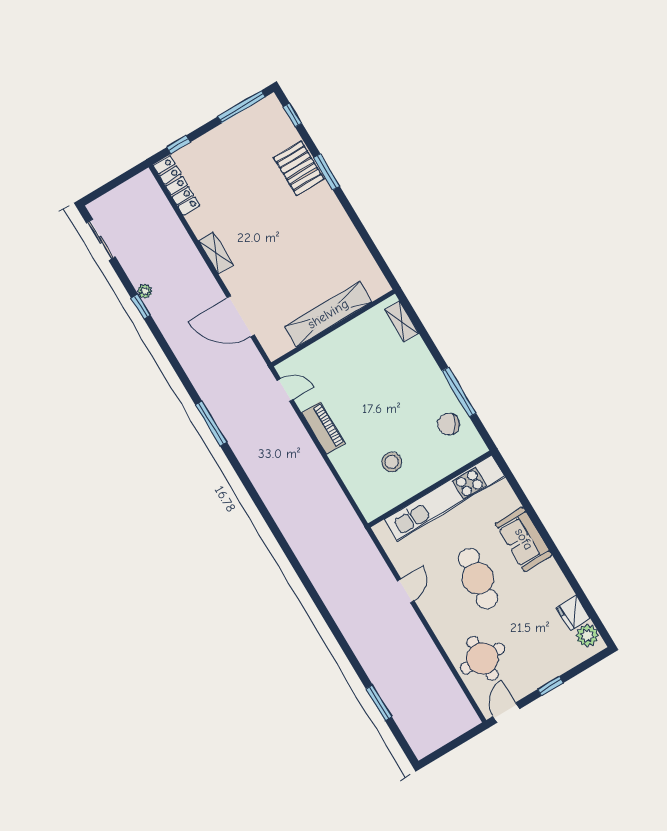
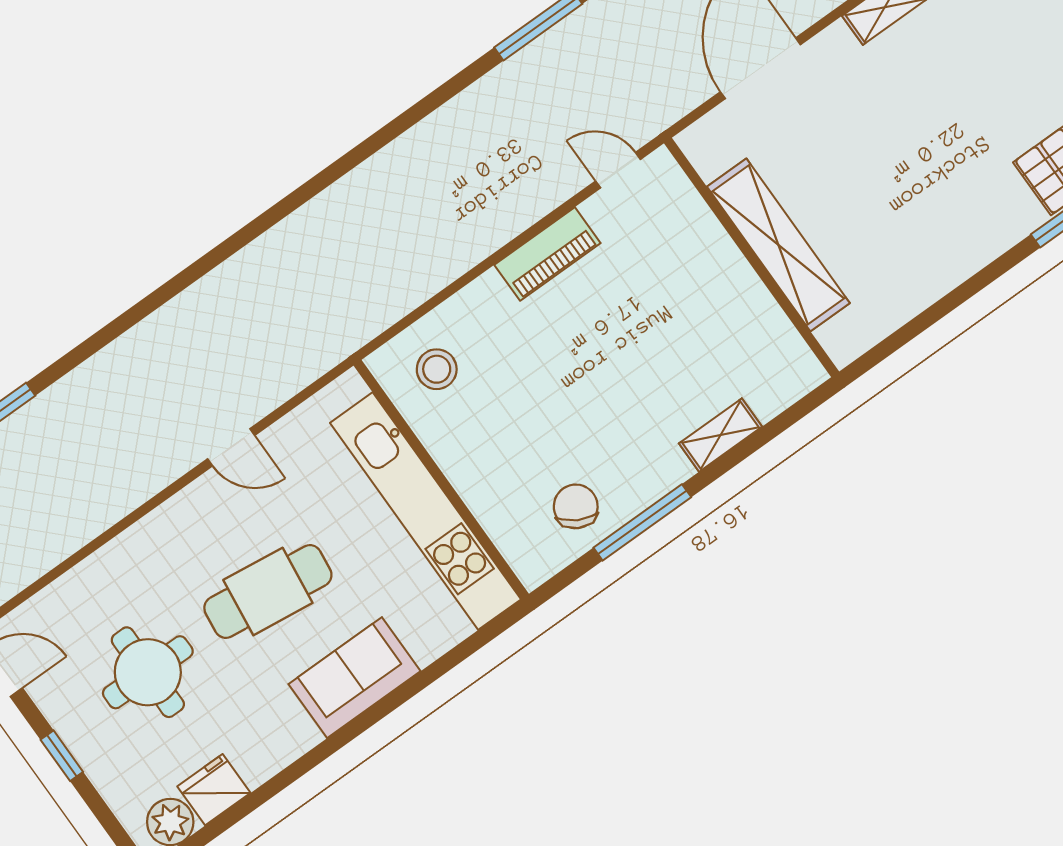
shelving: (402, 321) -> (720, 435), moved
door: (285, 390) -> (618, 170), swing flipped
stool: (392, 462) -> (437, 369), moved
round table: (482, 659) -> (148, 672), moved

